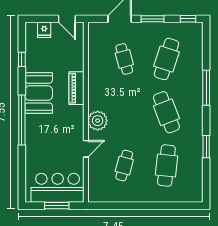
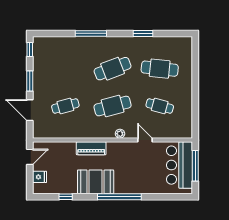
cafe table: (166, 59) -> (113, 106), moved, turned -33
plant: (98, 121) -> (120, 134), width x0.53, depth x0.53
window: (57, 206) -> (195, 166), width x1.44

